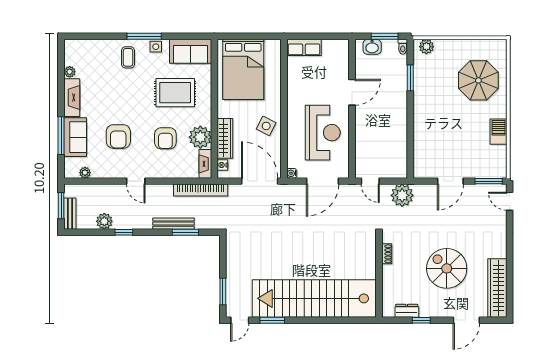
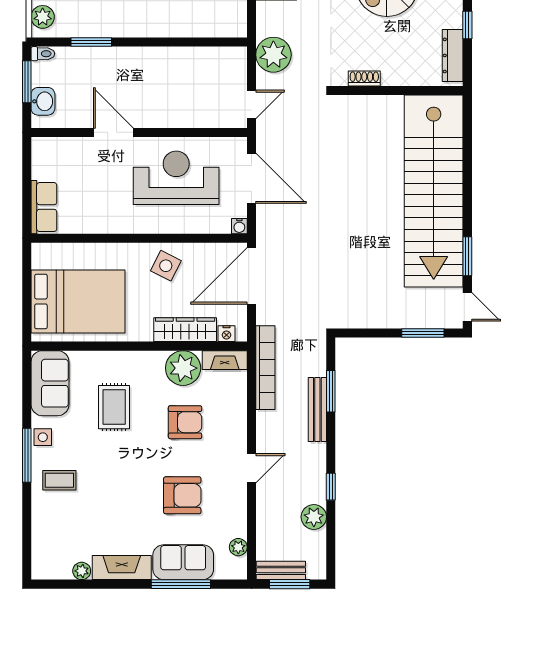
rug: (175, 93) -> (114, 407), width x0.73, depth x0.70
bench: (70, 214) -> (281, 570), moved
dresser: (407, 311) -> (453, 55), width x1.44

